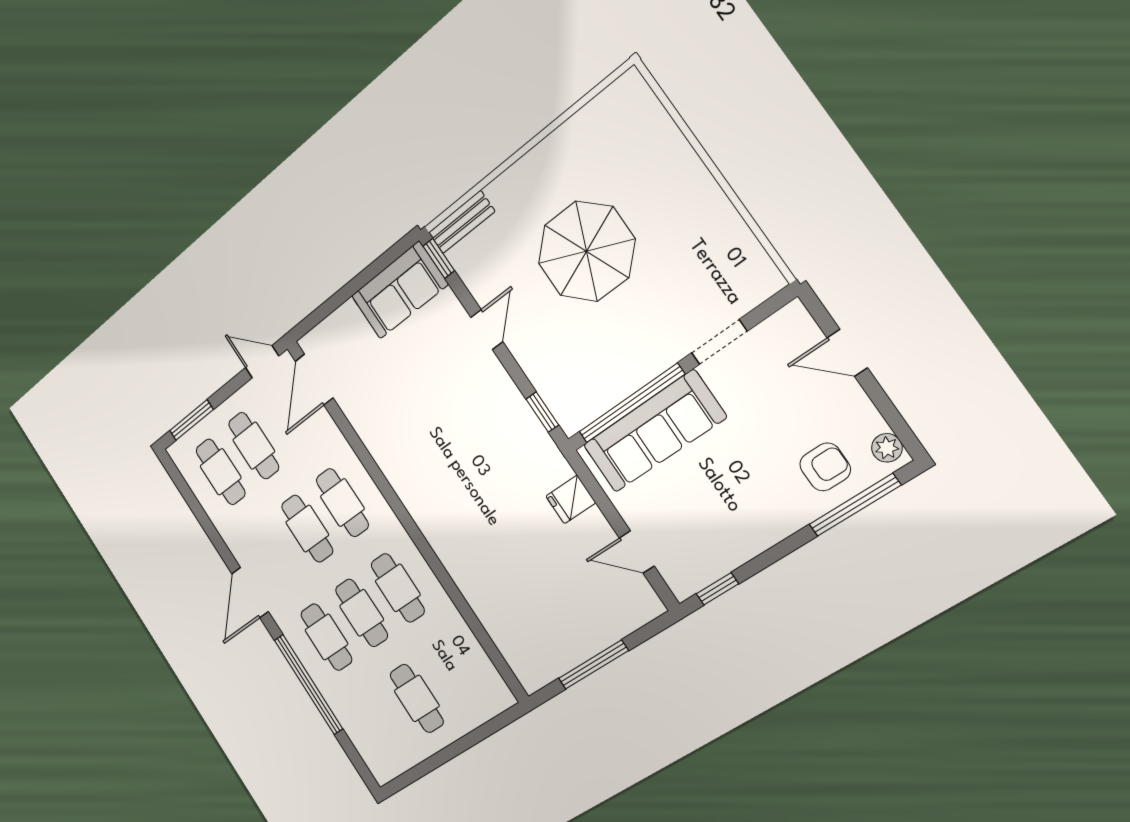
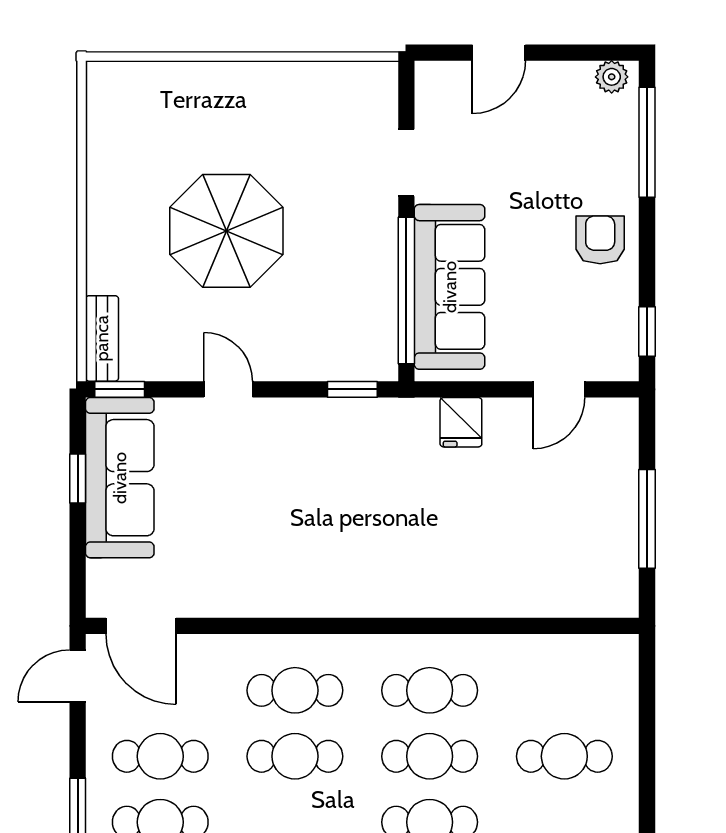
window: (369, 274) -> (78, 479), added
sofa: (400, 290) -> (120, 478), width x1.36
armchair: (825, 467) -> (600, 240), moved

